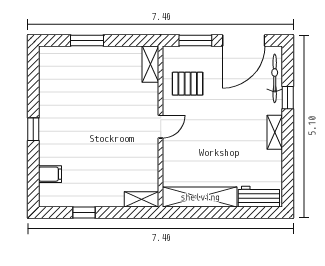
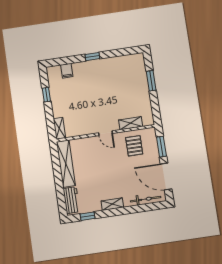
shelving: (150, 64) -> (131, 123), moved
window: (288, 98) -> (88, 216), moved

